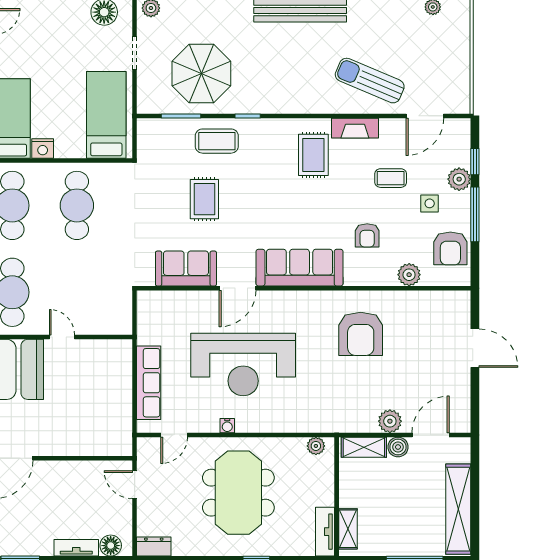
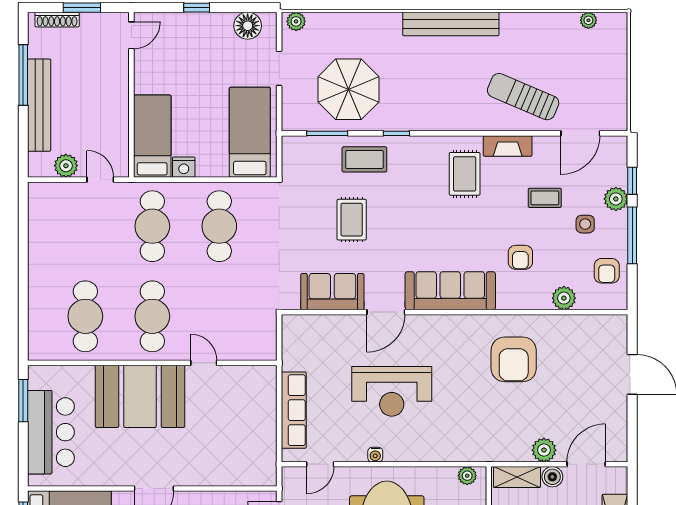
armchair: (450, 248) -> (607, 271), width x0.72, depth x0.72
reception desk: (243, 365) -> (392, 391), width x0.74, depth x0.77

